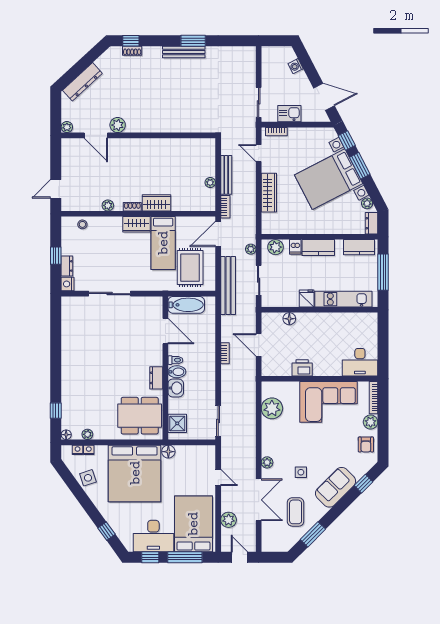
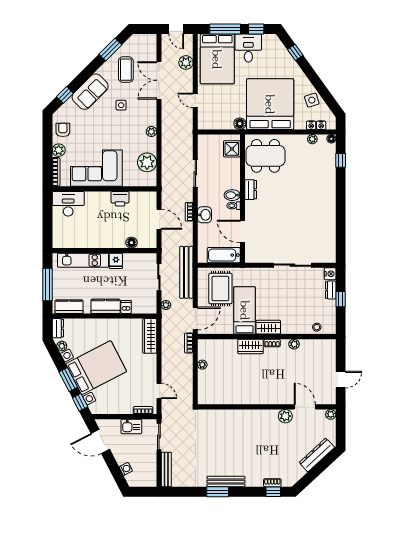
bench: (226, 175) -> (166, 469), moved
door: (56, 189) -> (341, 380), moved
wardrobe: (269, 193) -> (150, 336), moved
plant: (275, 247) -> (144, 307), removed
washbasin: (176, 388) -> (205, 215), moved, turned 180
sliding door: (218, 421) -> (195, 173), moved
plant: (267, 462) -> (151, 132), moved
desk: (153, 536) -> (248, 48), width x0.73

